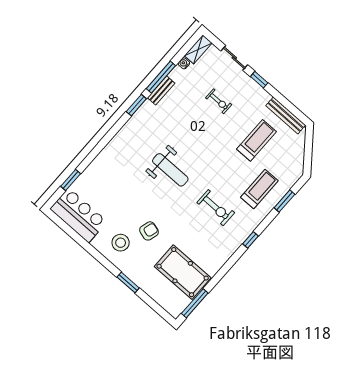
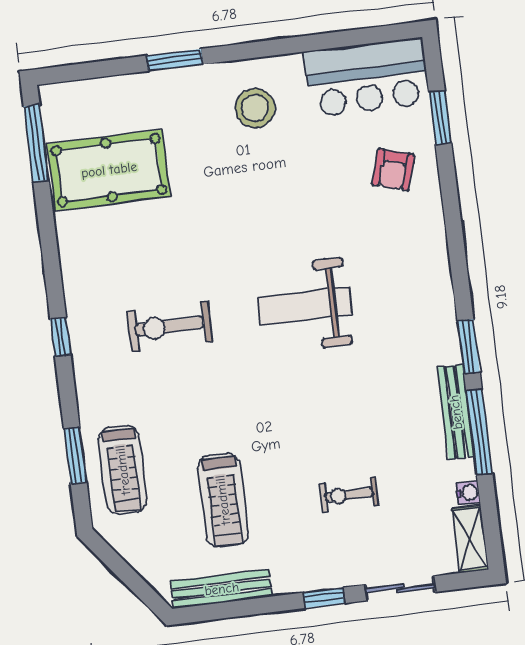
bench: (161, 90) -> (456, 412), width x1.36
treadmill: (259, 189) -> (123, 470), moved
armchair: (149, 231) -> (393, 170), moved

